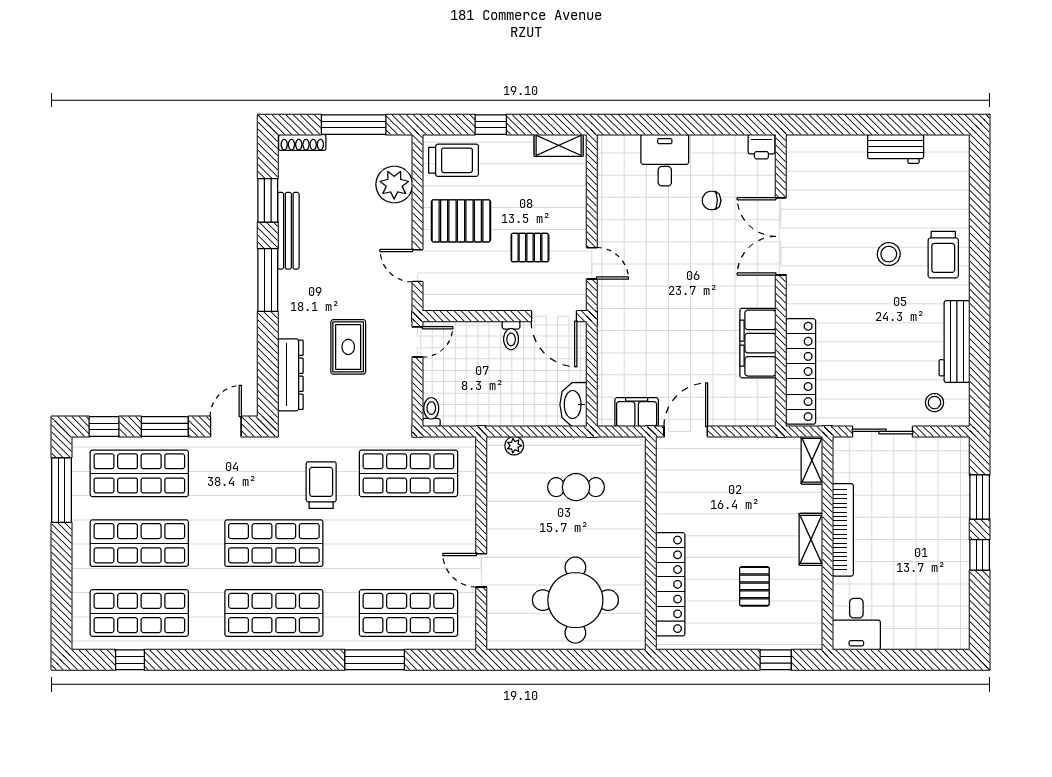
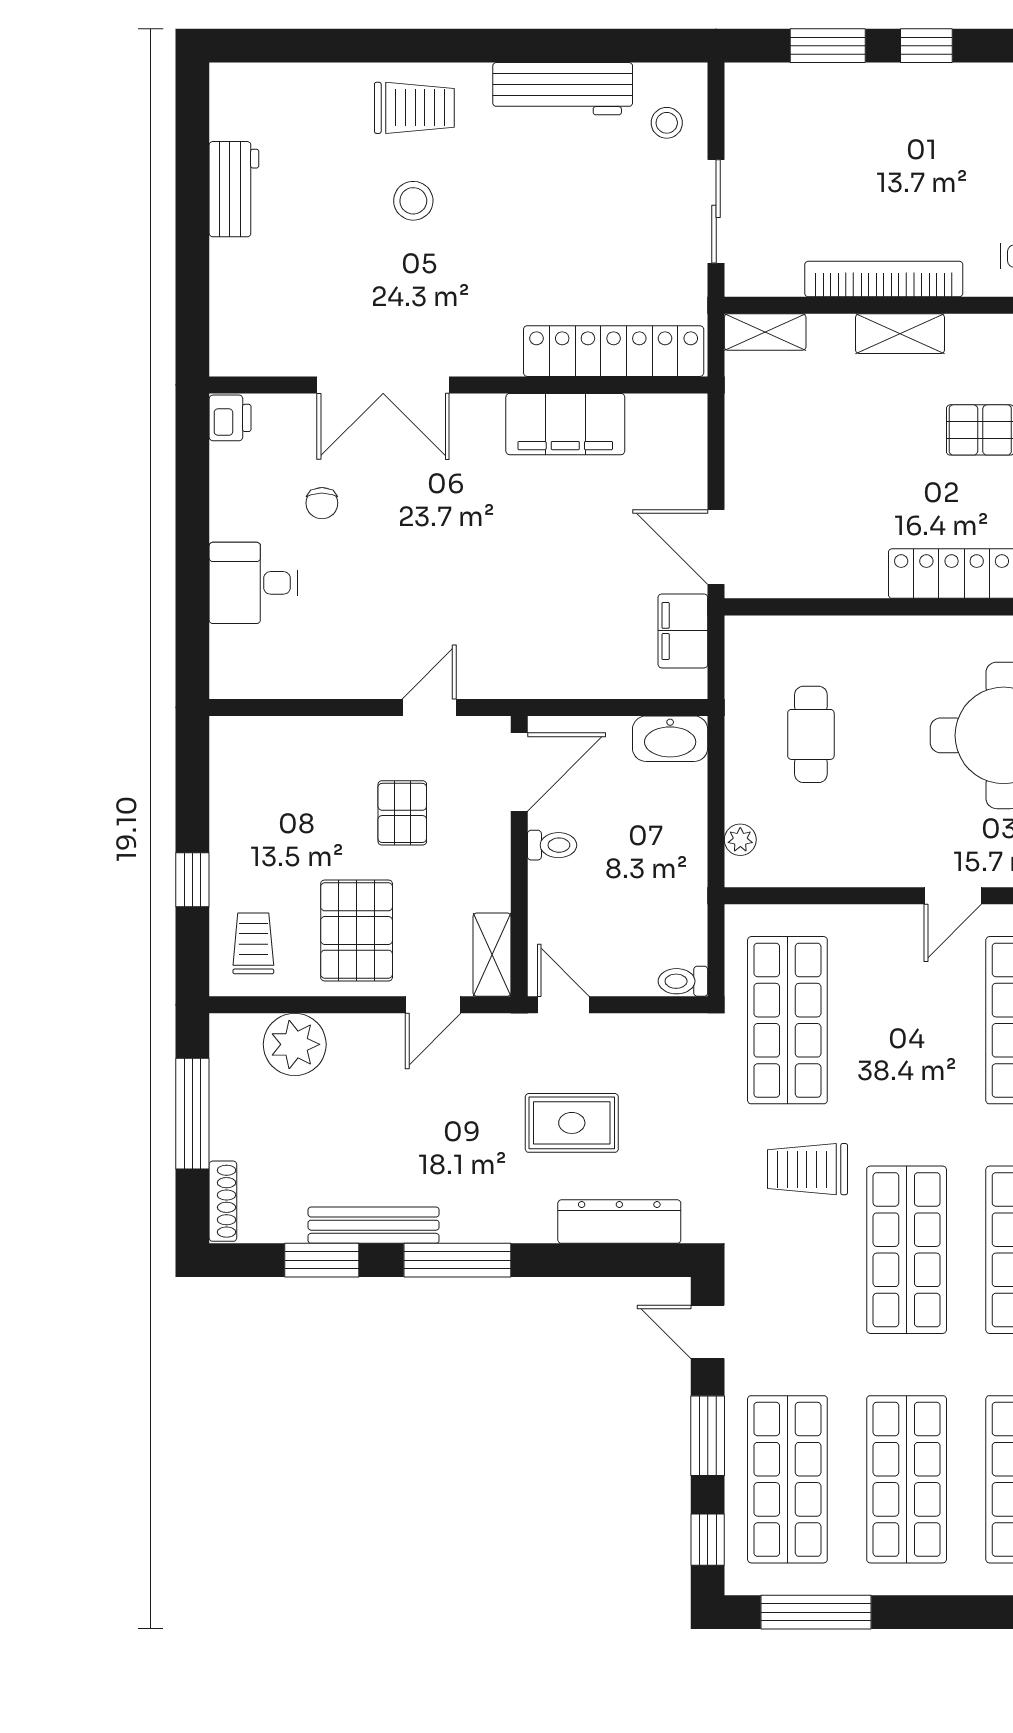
shelving: (559, 145) -> (492, 955), moved
trolley: (453, 160) -> (253, 943), width x0.73, depth x0.72

